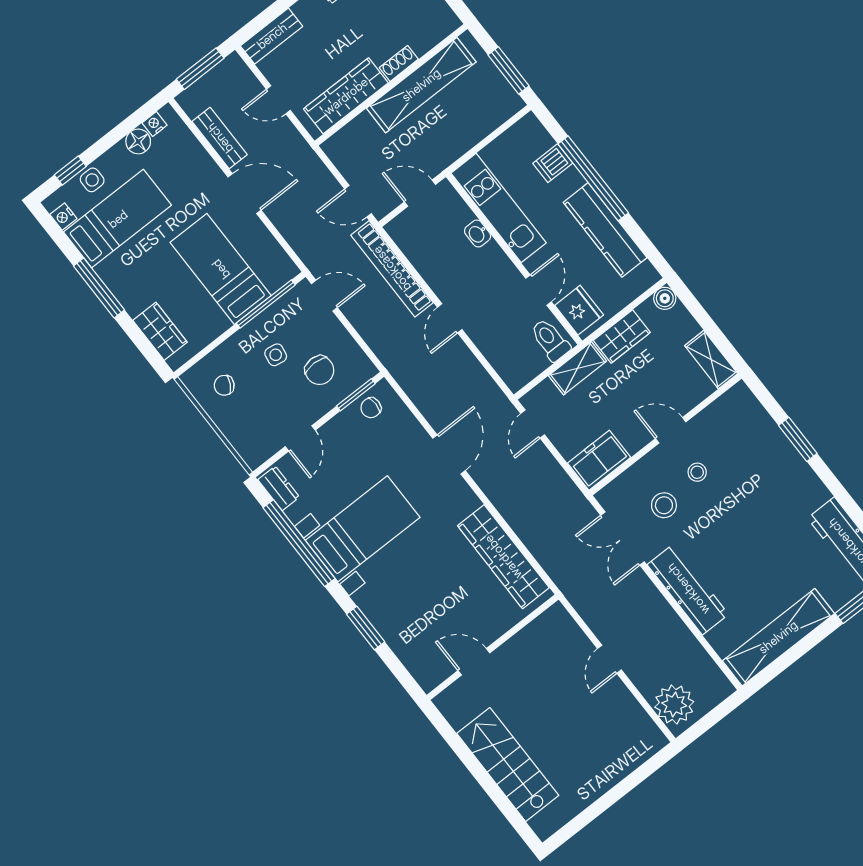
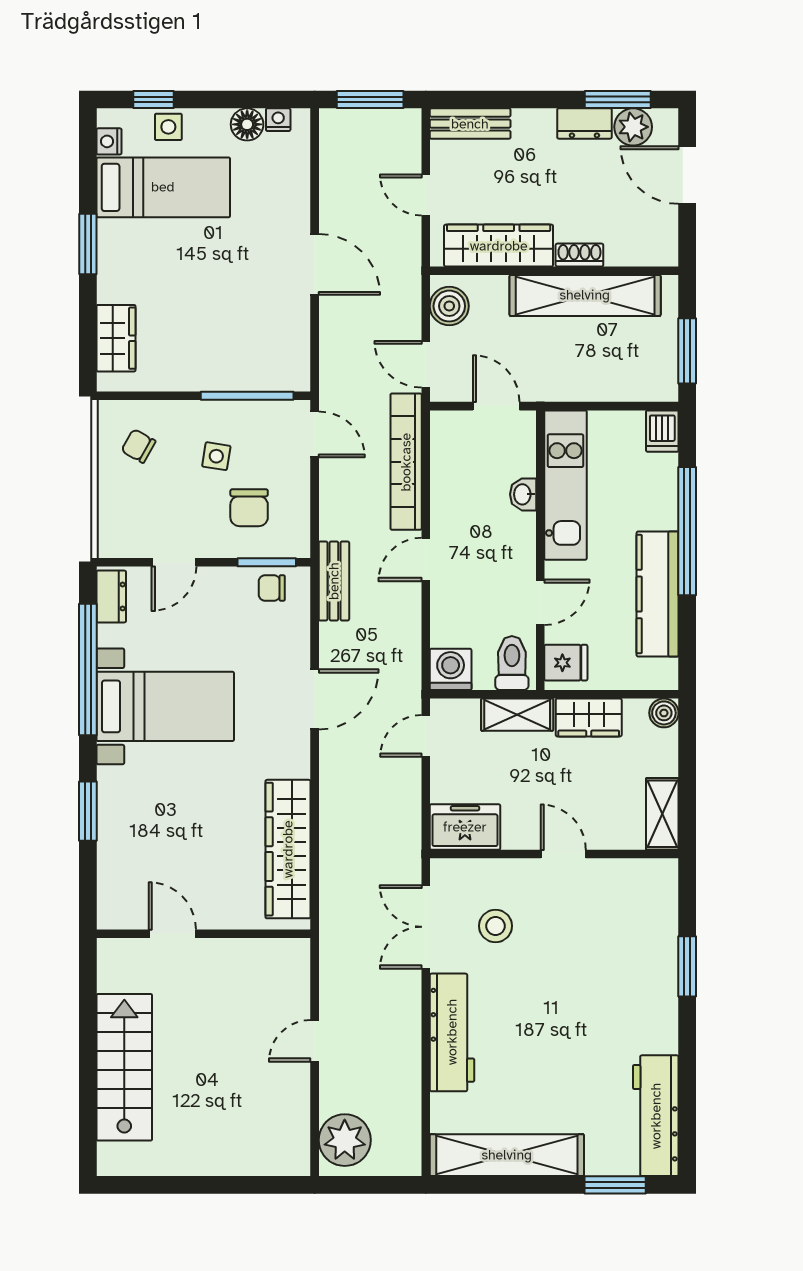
bench: (220, 138) -> (334, 581), moved
boiler: (345, 155) -> (449, 306), added
dishwasher: (553, 163) -> (662, 431), moved, turned -90
bed: (221, 269) -> (229, 323), removed
window: (99, 288) -> (88, 244), width x0.69
fridge: (579, 310) -> (566, 663), width x0.72
washing machine: (516, 372) -> (451, 669), added
stool: (697, 472) -> (557, 919), removed

